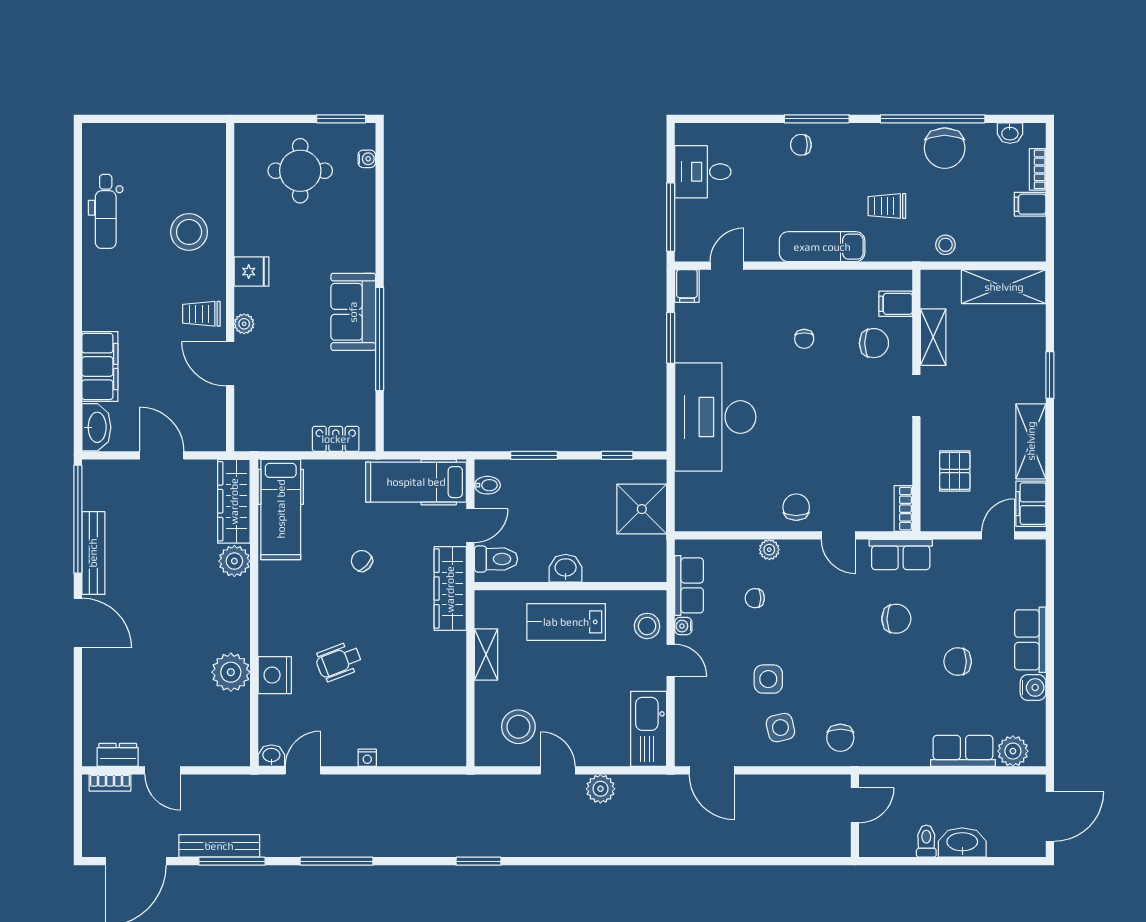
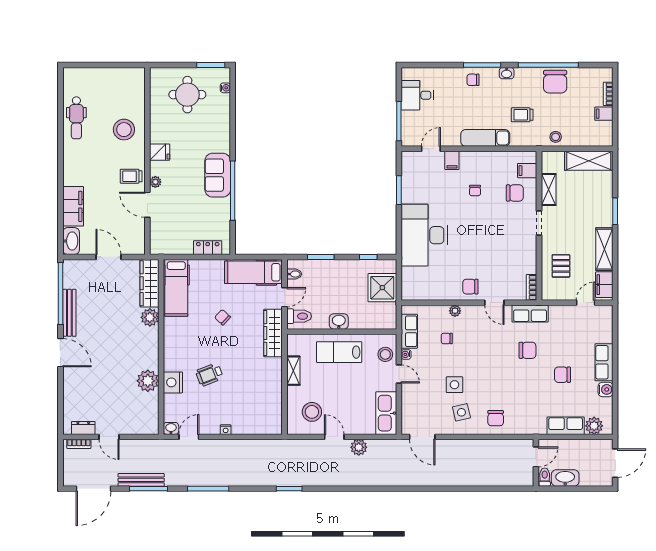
washbasin: (1010, 133) -> (507, 73), moved
filing cabinet: (687, 286) -> (452, 160), moved
chair: (796, 507) -> (470, 287), turned -90
door: (855, 805) -> (536, 457), moved
wall: (855, 816) -> (536, 463), moved

